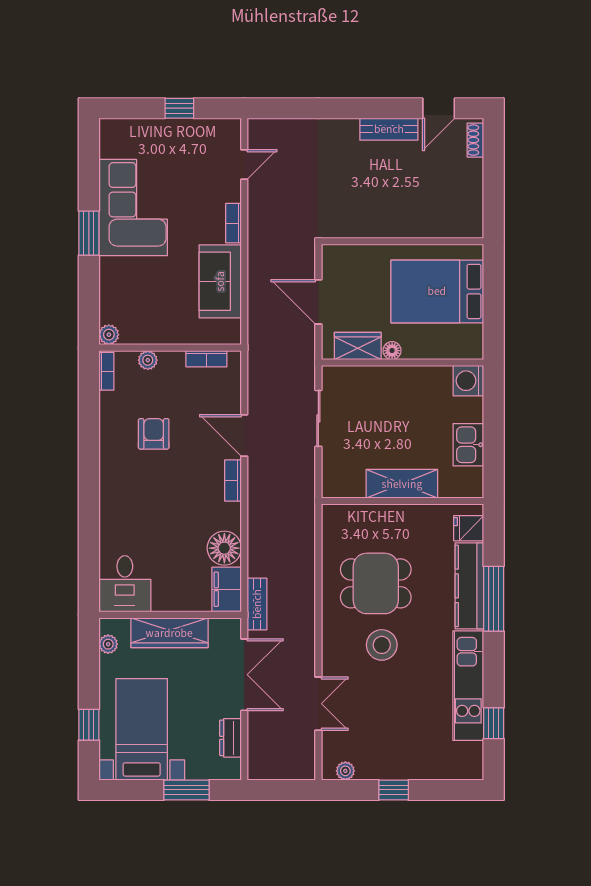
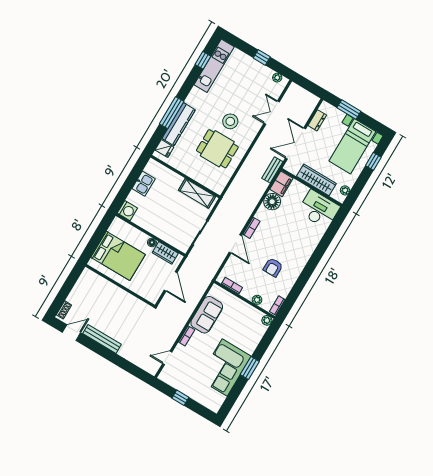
bench: (389, 129) -> (102, 339), width x1.36
shelving: (402, 484) -> (197, 193), moved
desk: (125, 584) -> (319, 209), width x1.37
kitchen unit: (468, 686) -> (214, 66), moved

